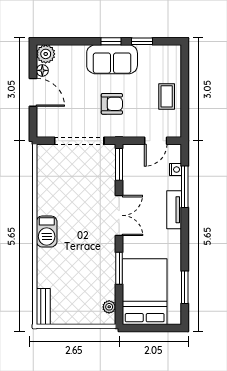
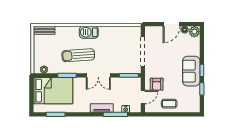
armchair: (112, 104) -> (157, 84), moved
door: (156, 141) -> (143, 97), swing flipped
sun lounger: (85, 249) -> (78, 55), added

